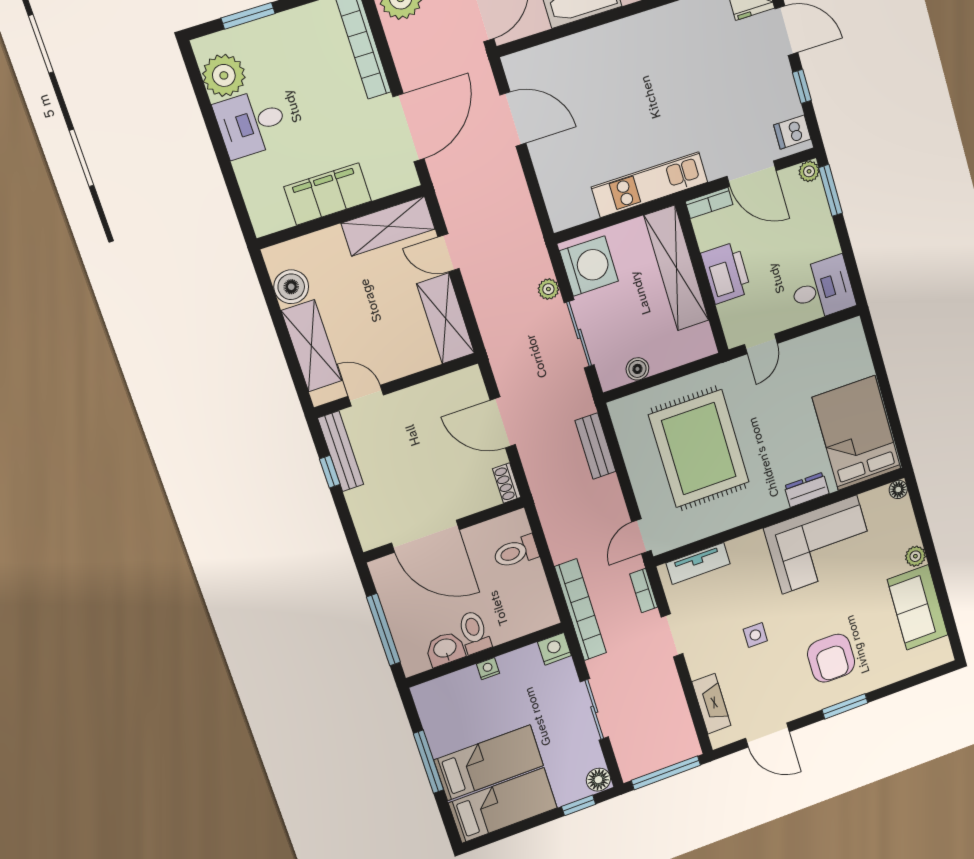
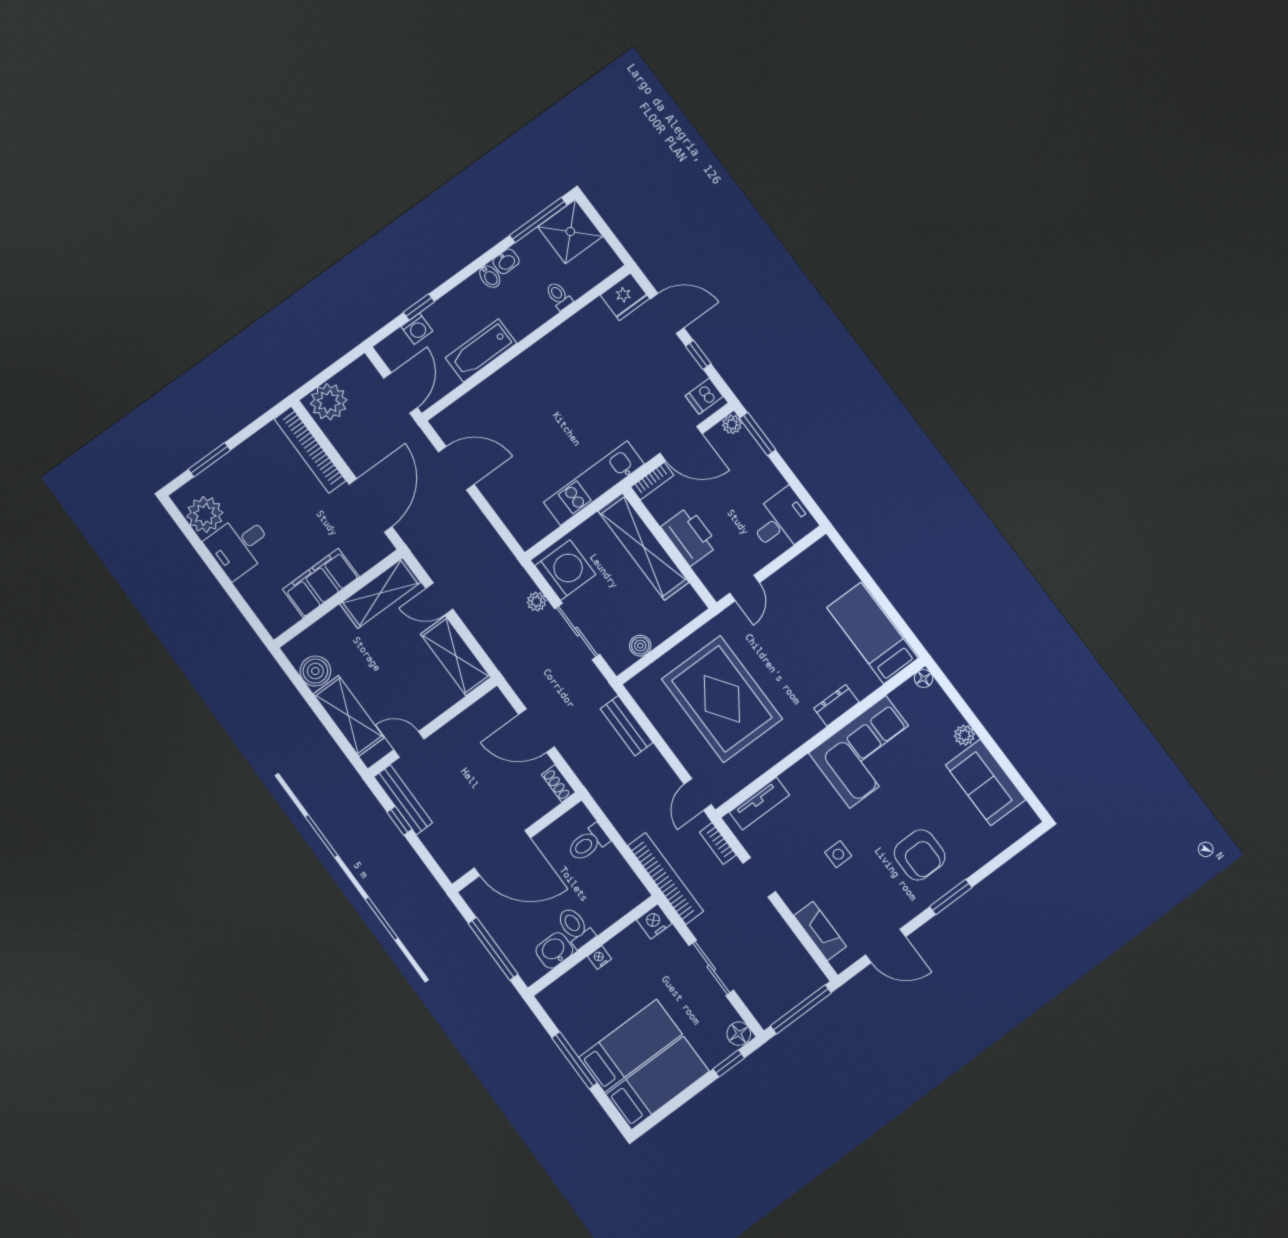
bed: (857, 433) -> (872, 633), width x0.67

